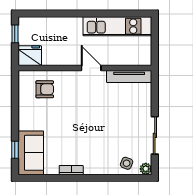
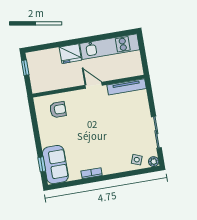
fridge: (30, 56) -> (70, 54), moved, turned 180

